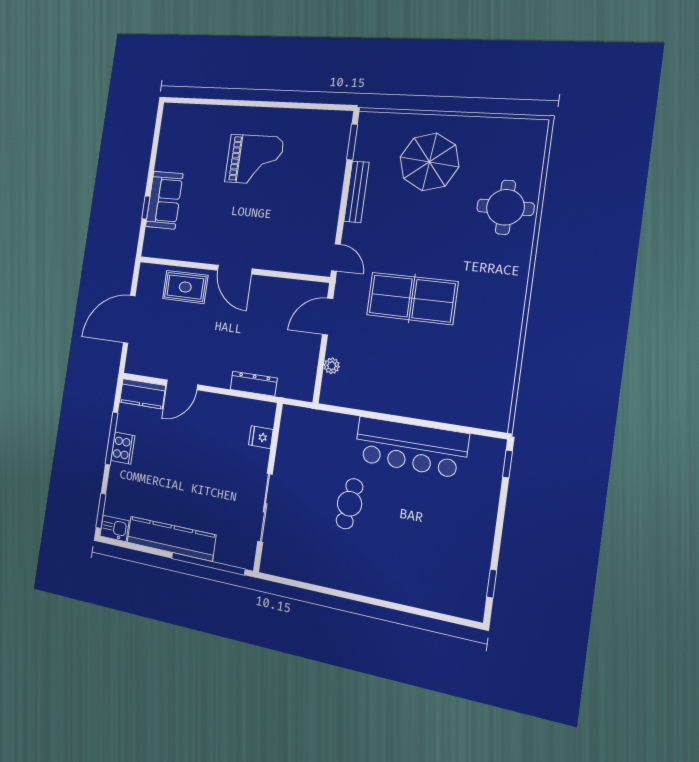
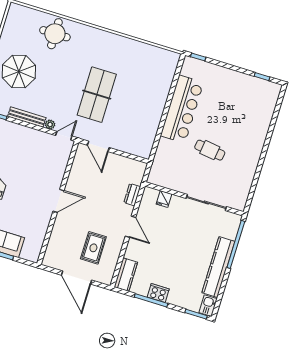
rug: (185, 287) -> (93, 248), moved
plant: (332, 366) -> (50, 125), moved
dresser: (254, 384) -> (132, 195), width x0.70
door: (182, 385) -> (130, 227), moved

